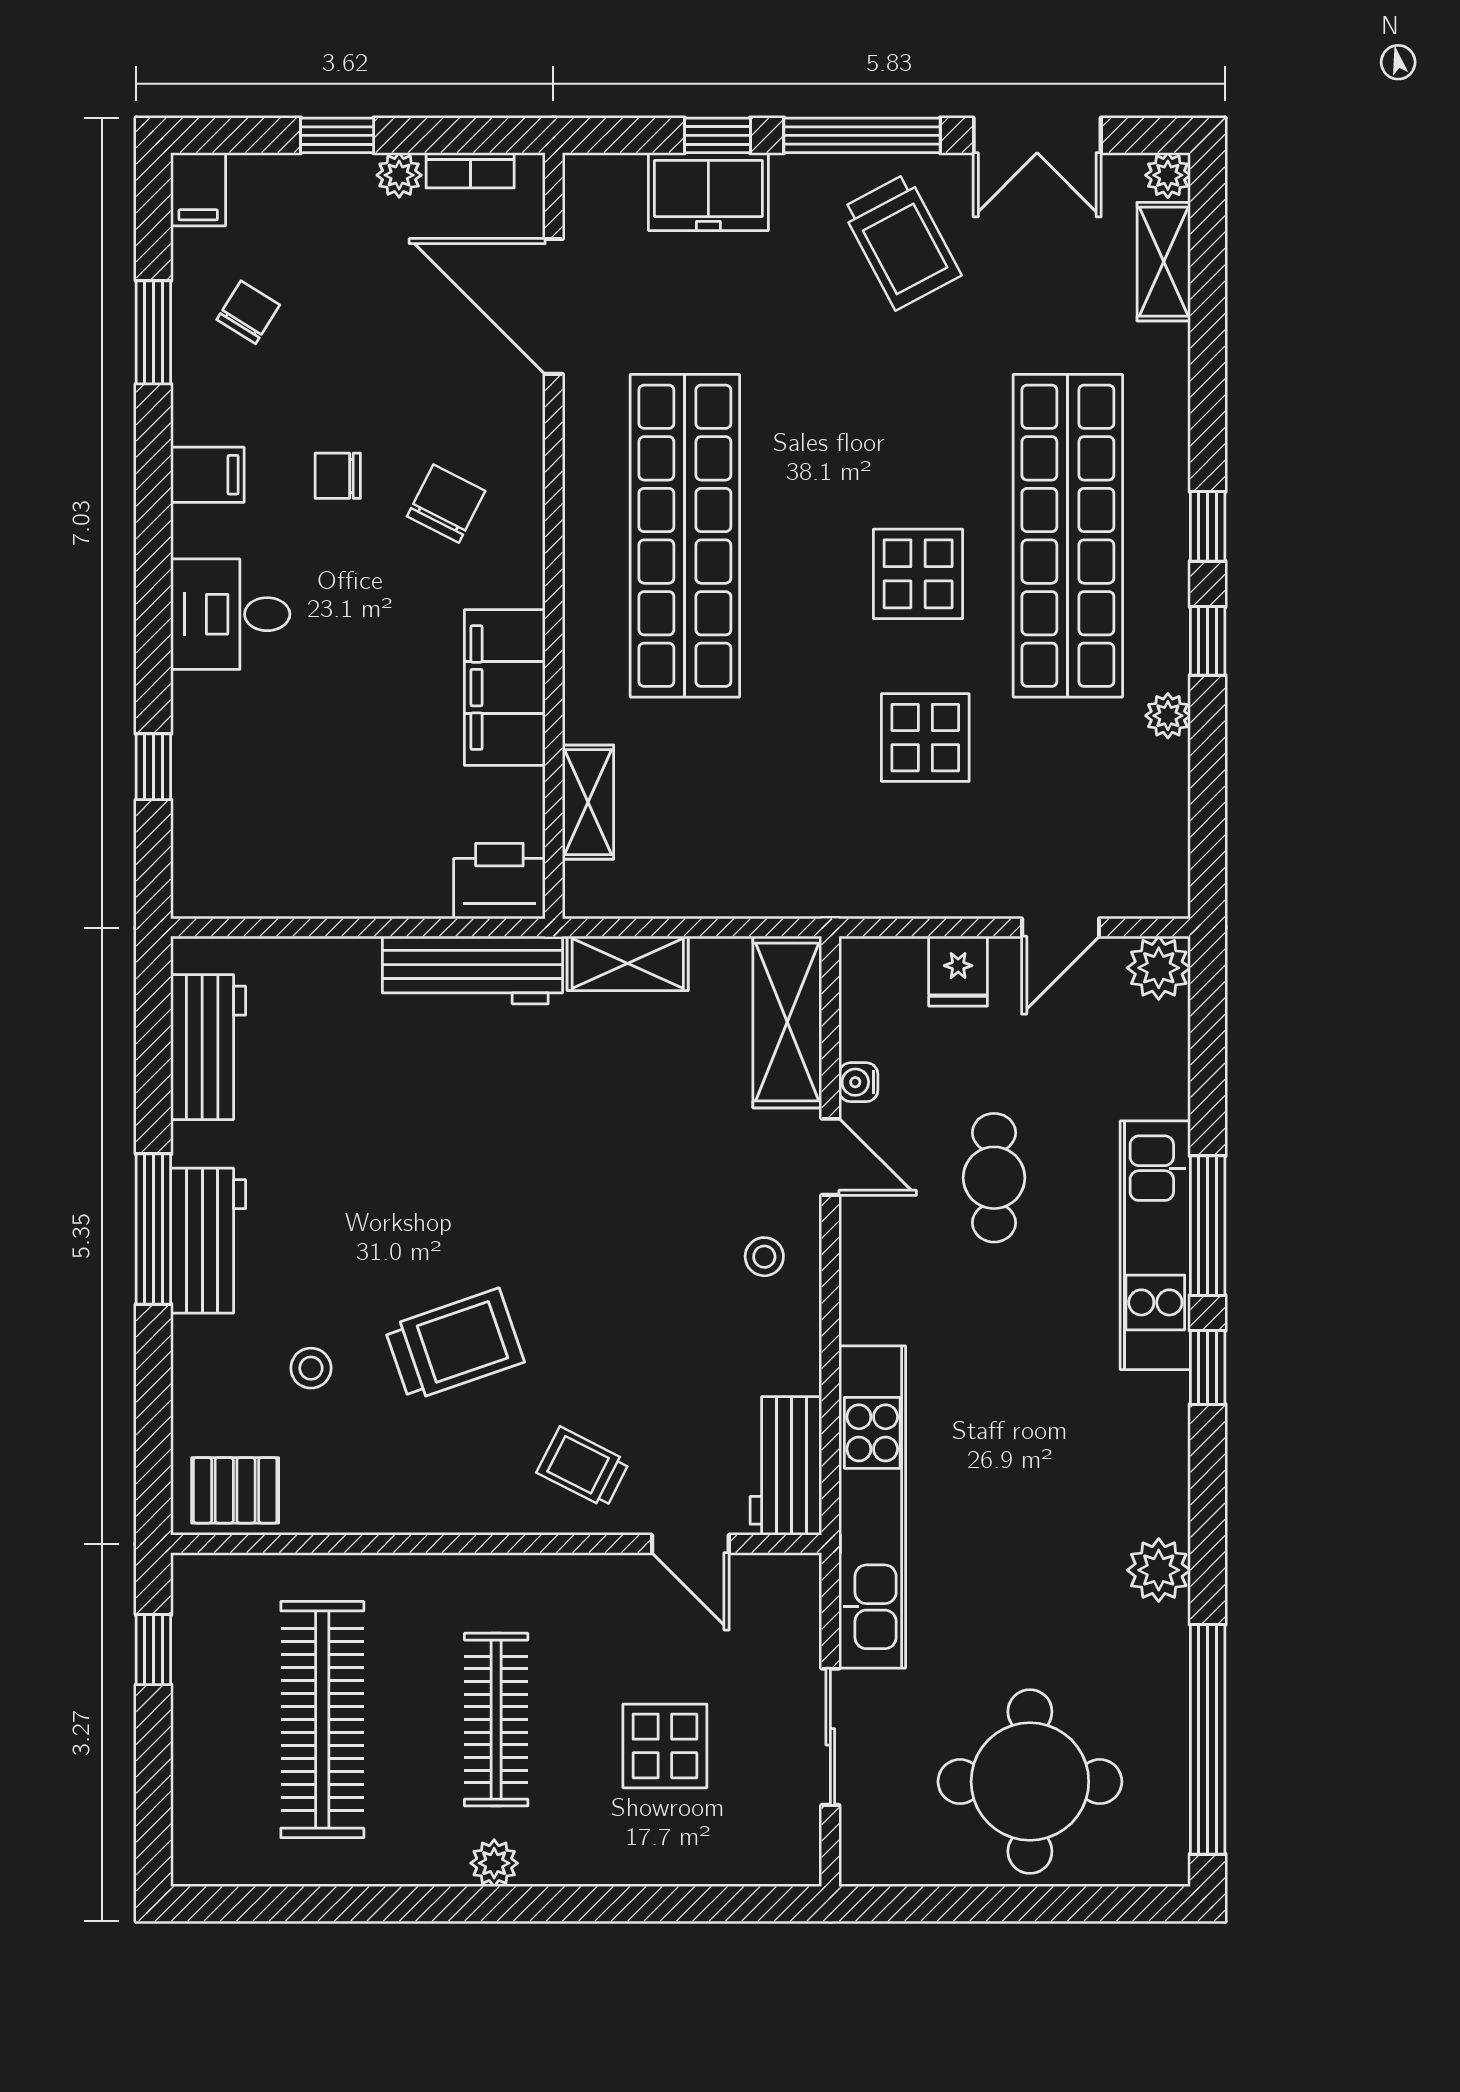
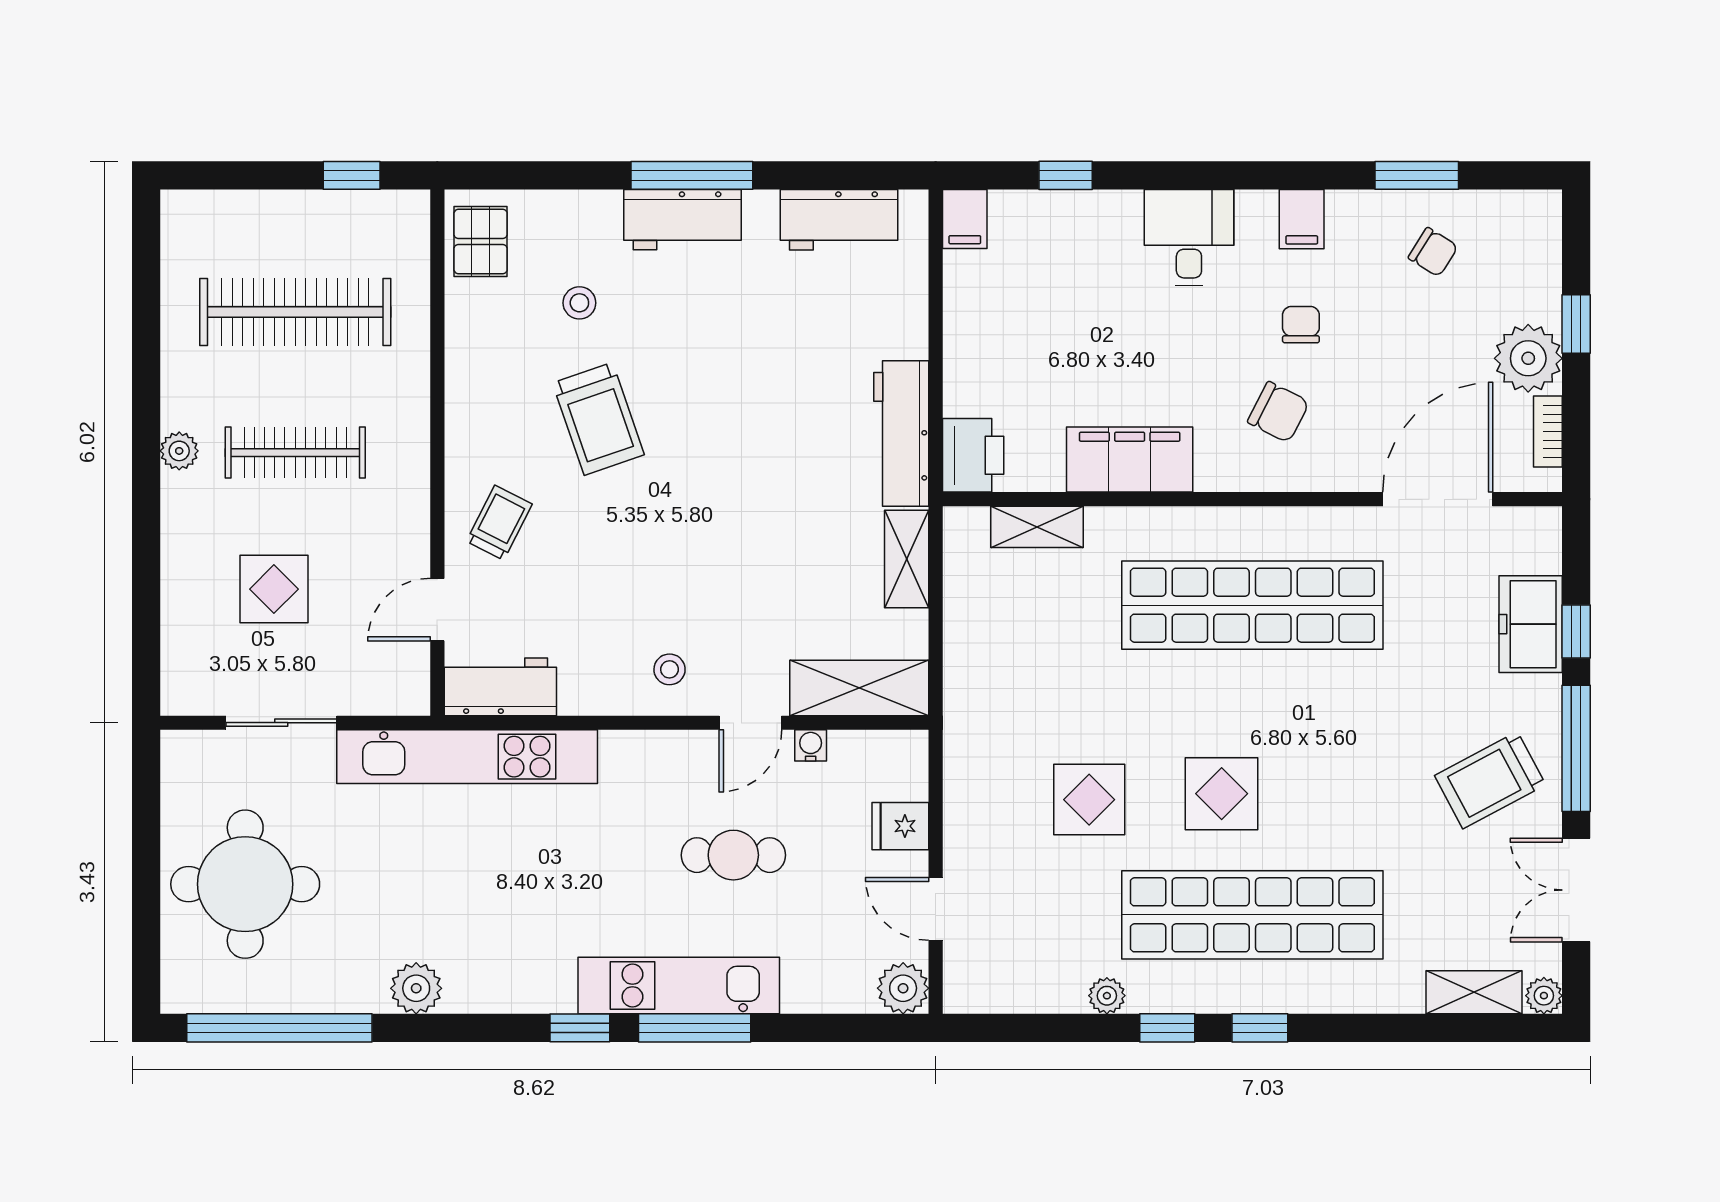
plant: (399, 175) -> (1528, 358), width x1.88, depth x1.88
filing cabinet: (198, 189) -> (965, 219), moved, turned -90

